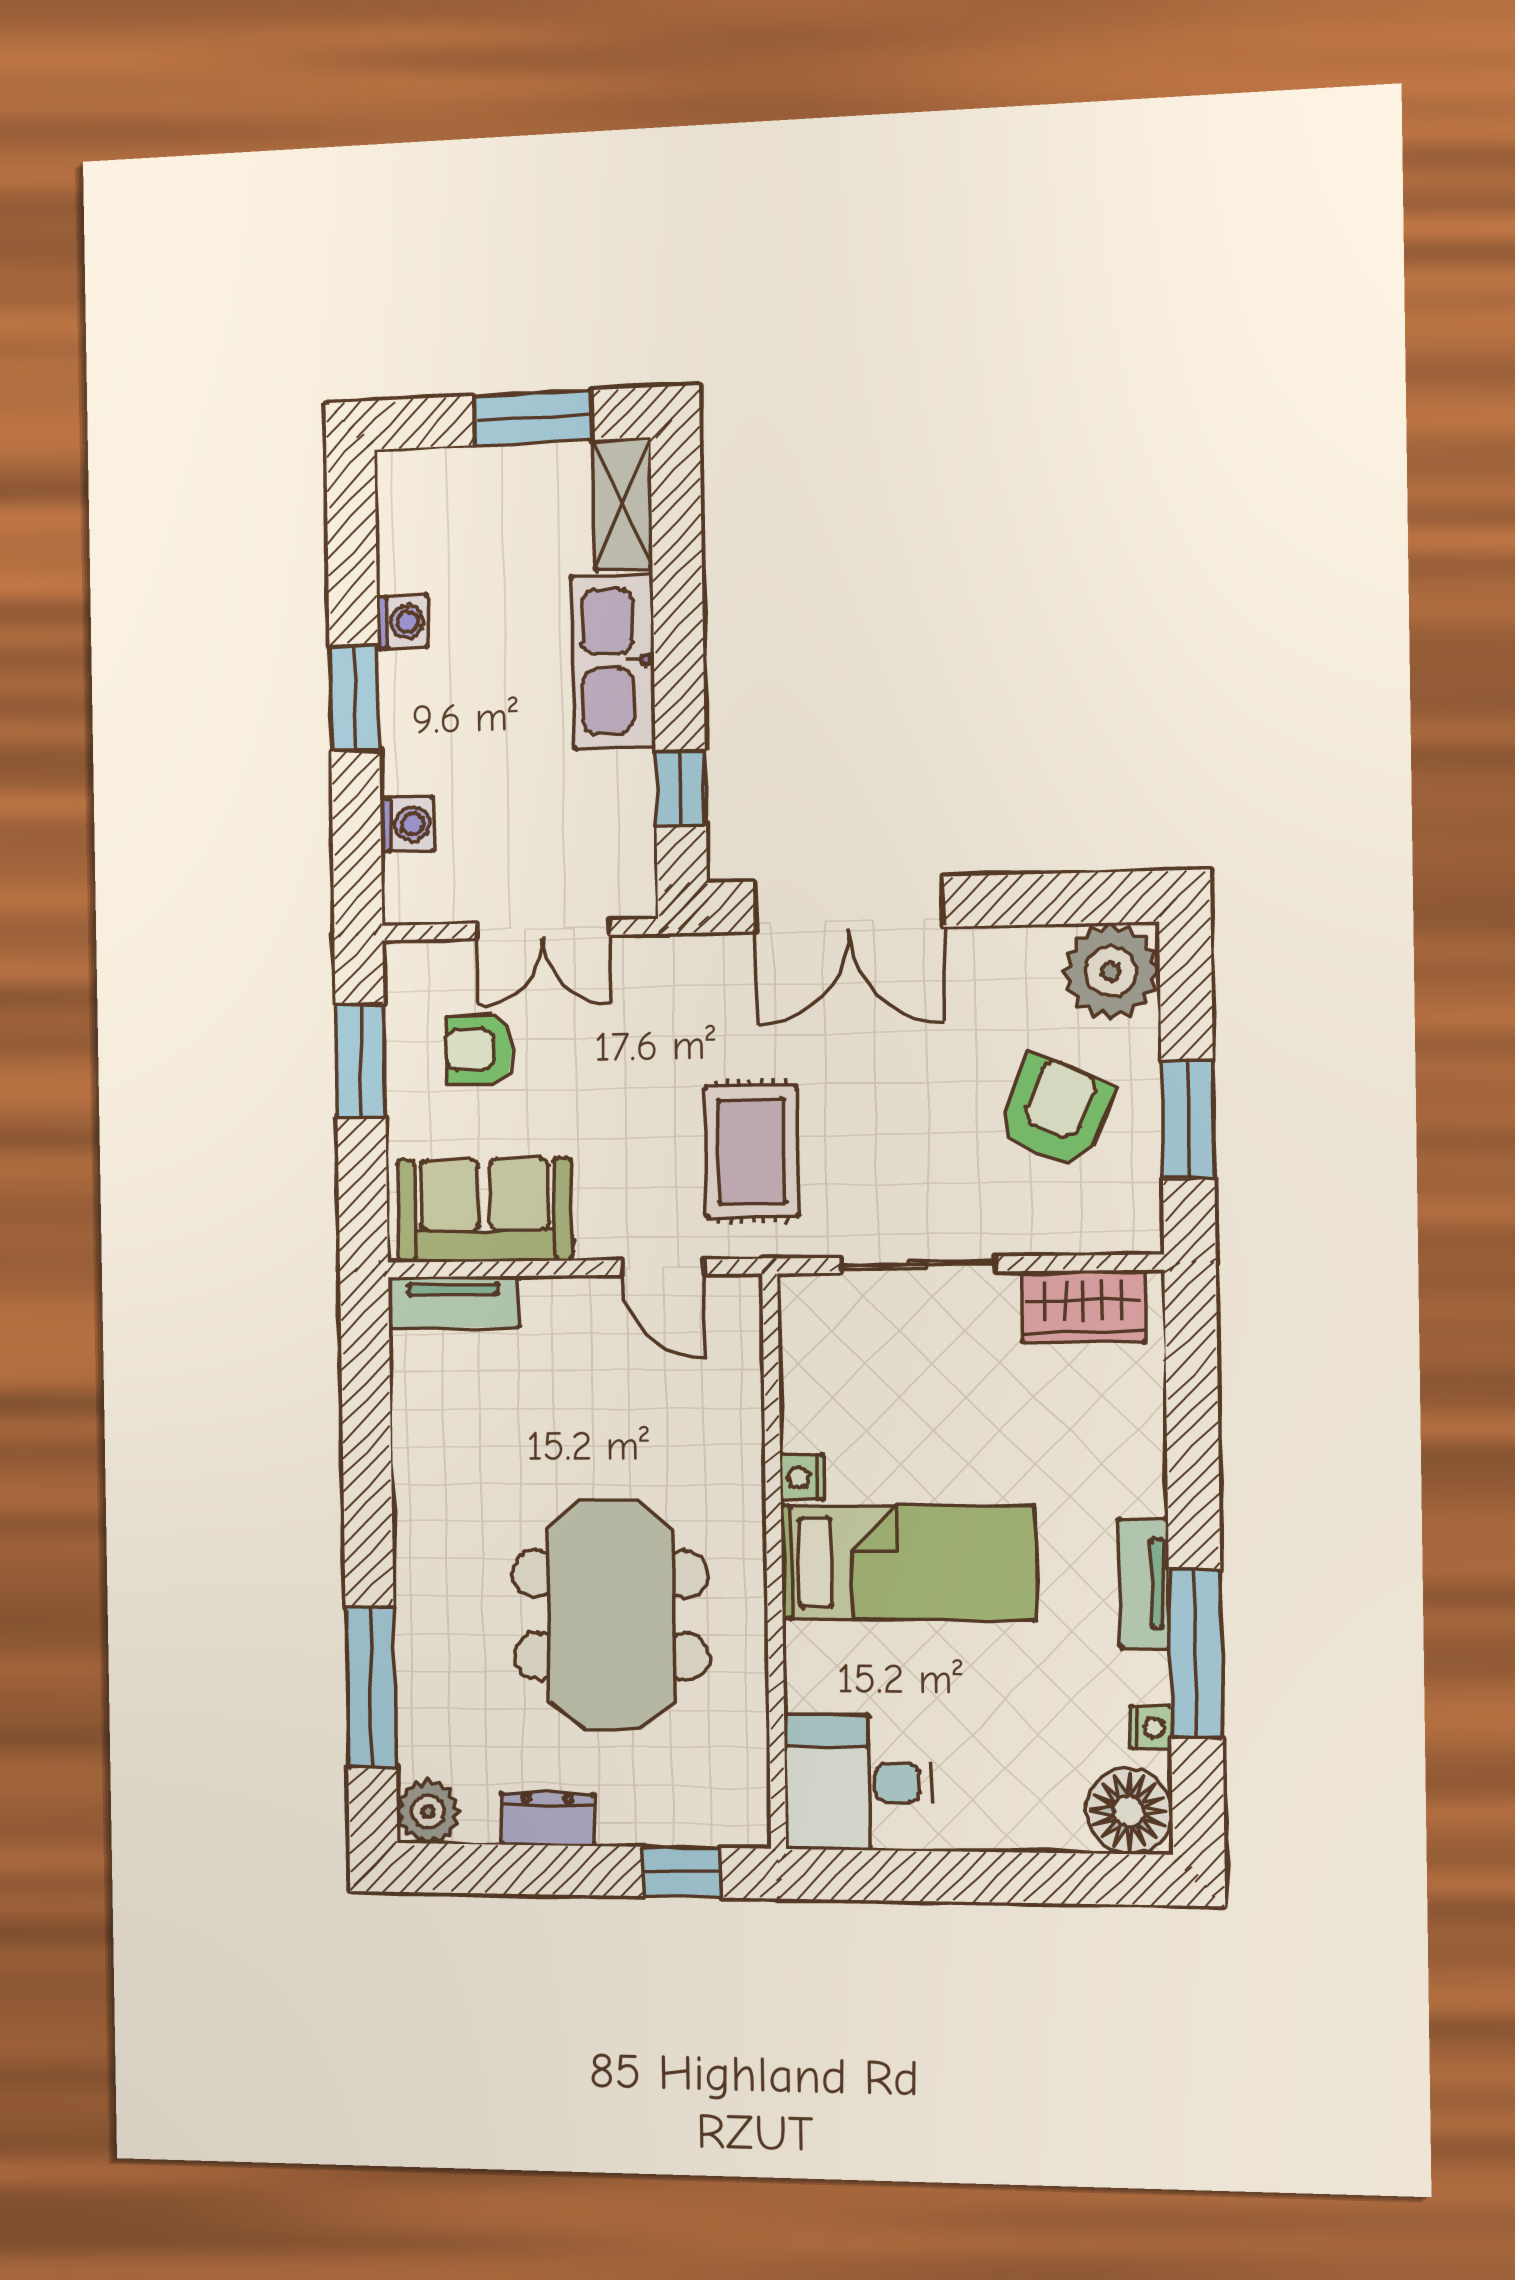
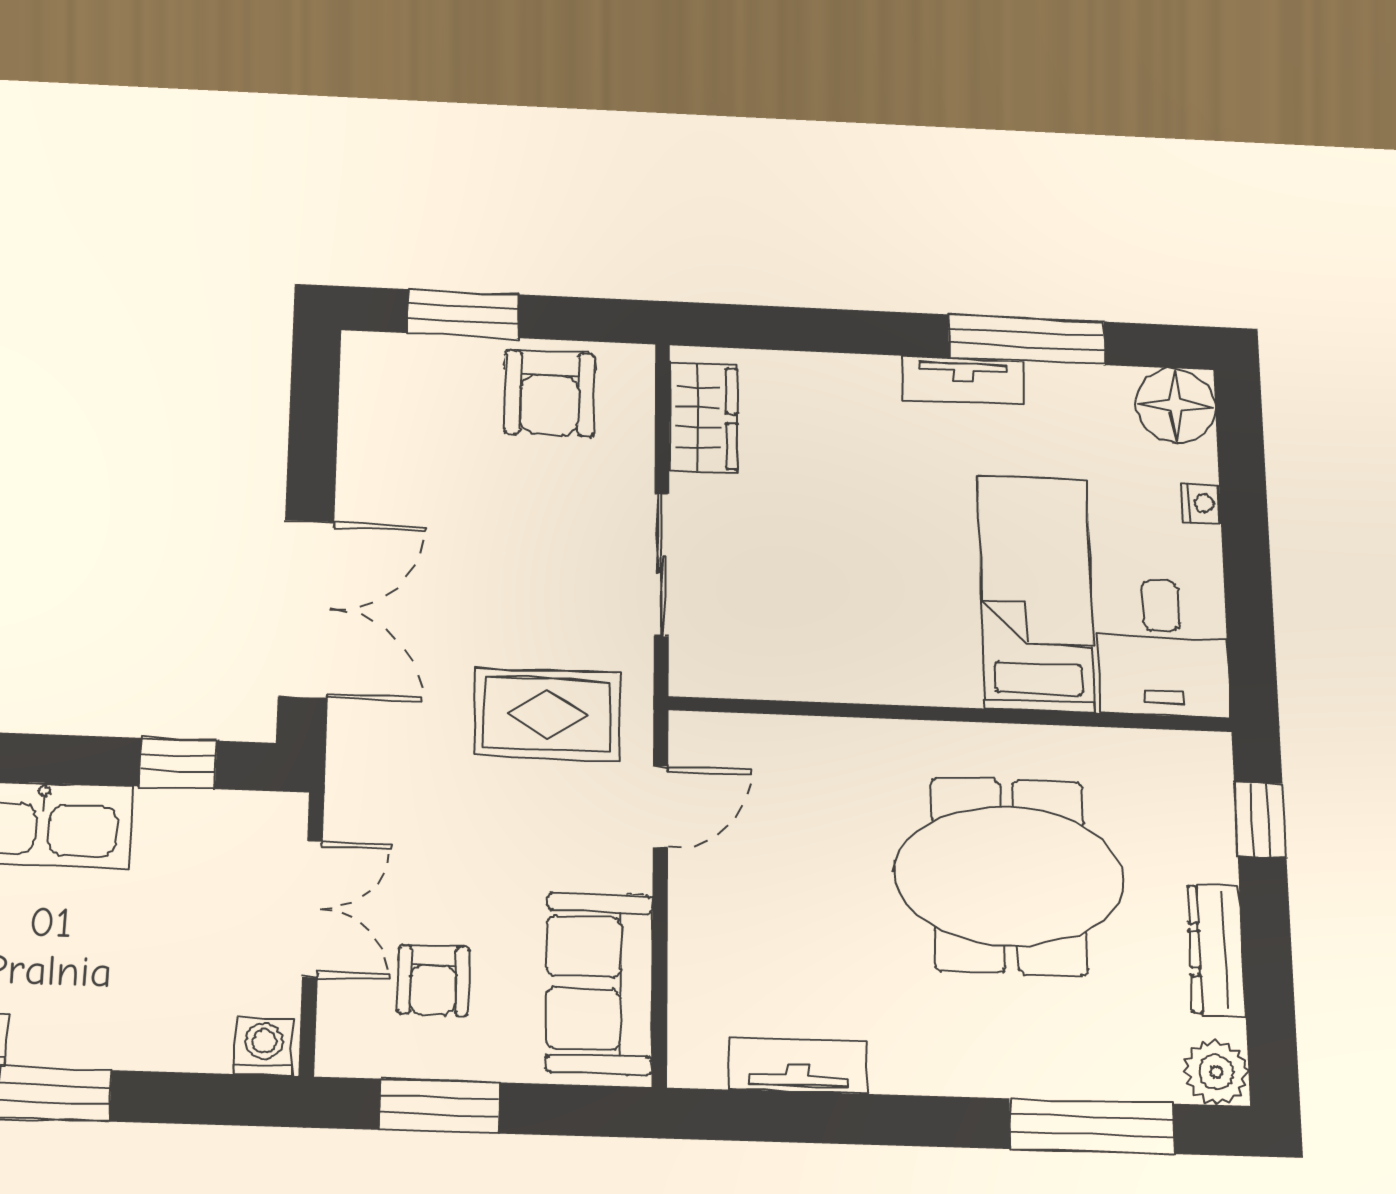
washing machine: (407, 824) -> (264, 1047), moved
plant: (1111, 971) -> (386, 375), removed
armchair: (1055, 1112) -> (550, 393), moved, turned -113
window: (1188, 1120) -> (463, 314), moved
tv unit: (453, 1302) -> (798, 1066), moved, turned -90
nightstand: (802, 1477) -> (869, 683), removed
bed: (908, 1563) -> (1036, 593), moved
nightstand: (1151, 1727) -> (1201, 503), moved, turned 90
dresser: (547, 1819) -> (1216, 950), width x1.44

